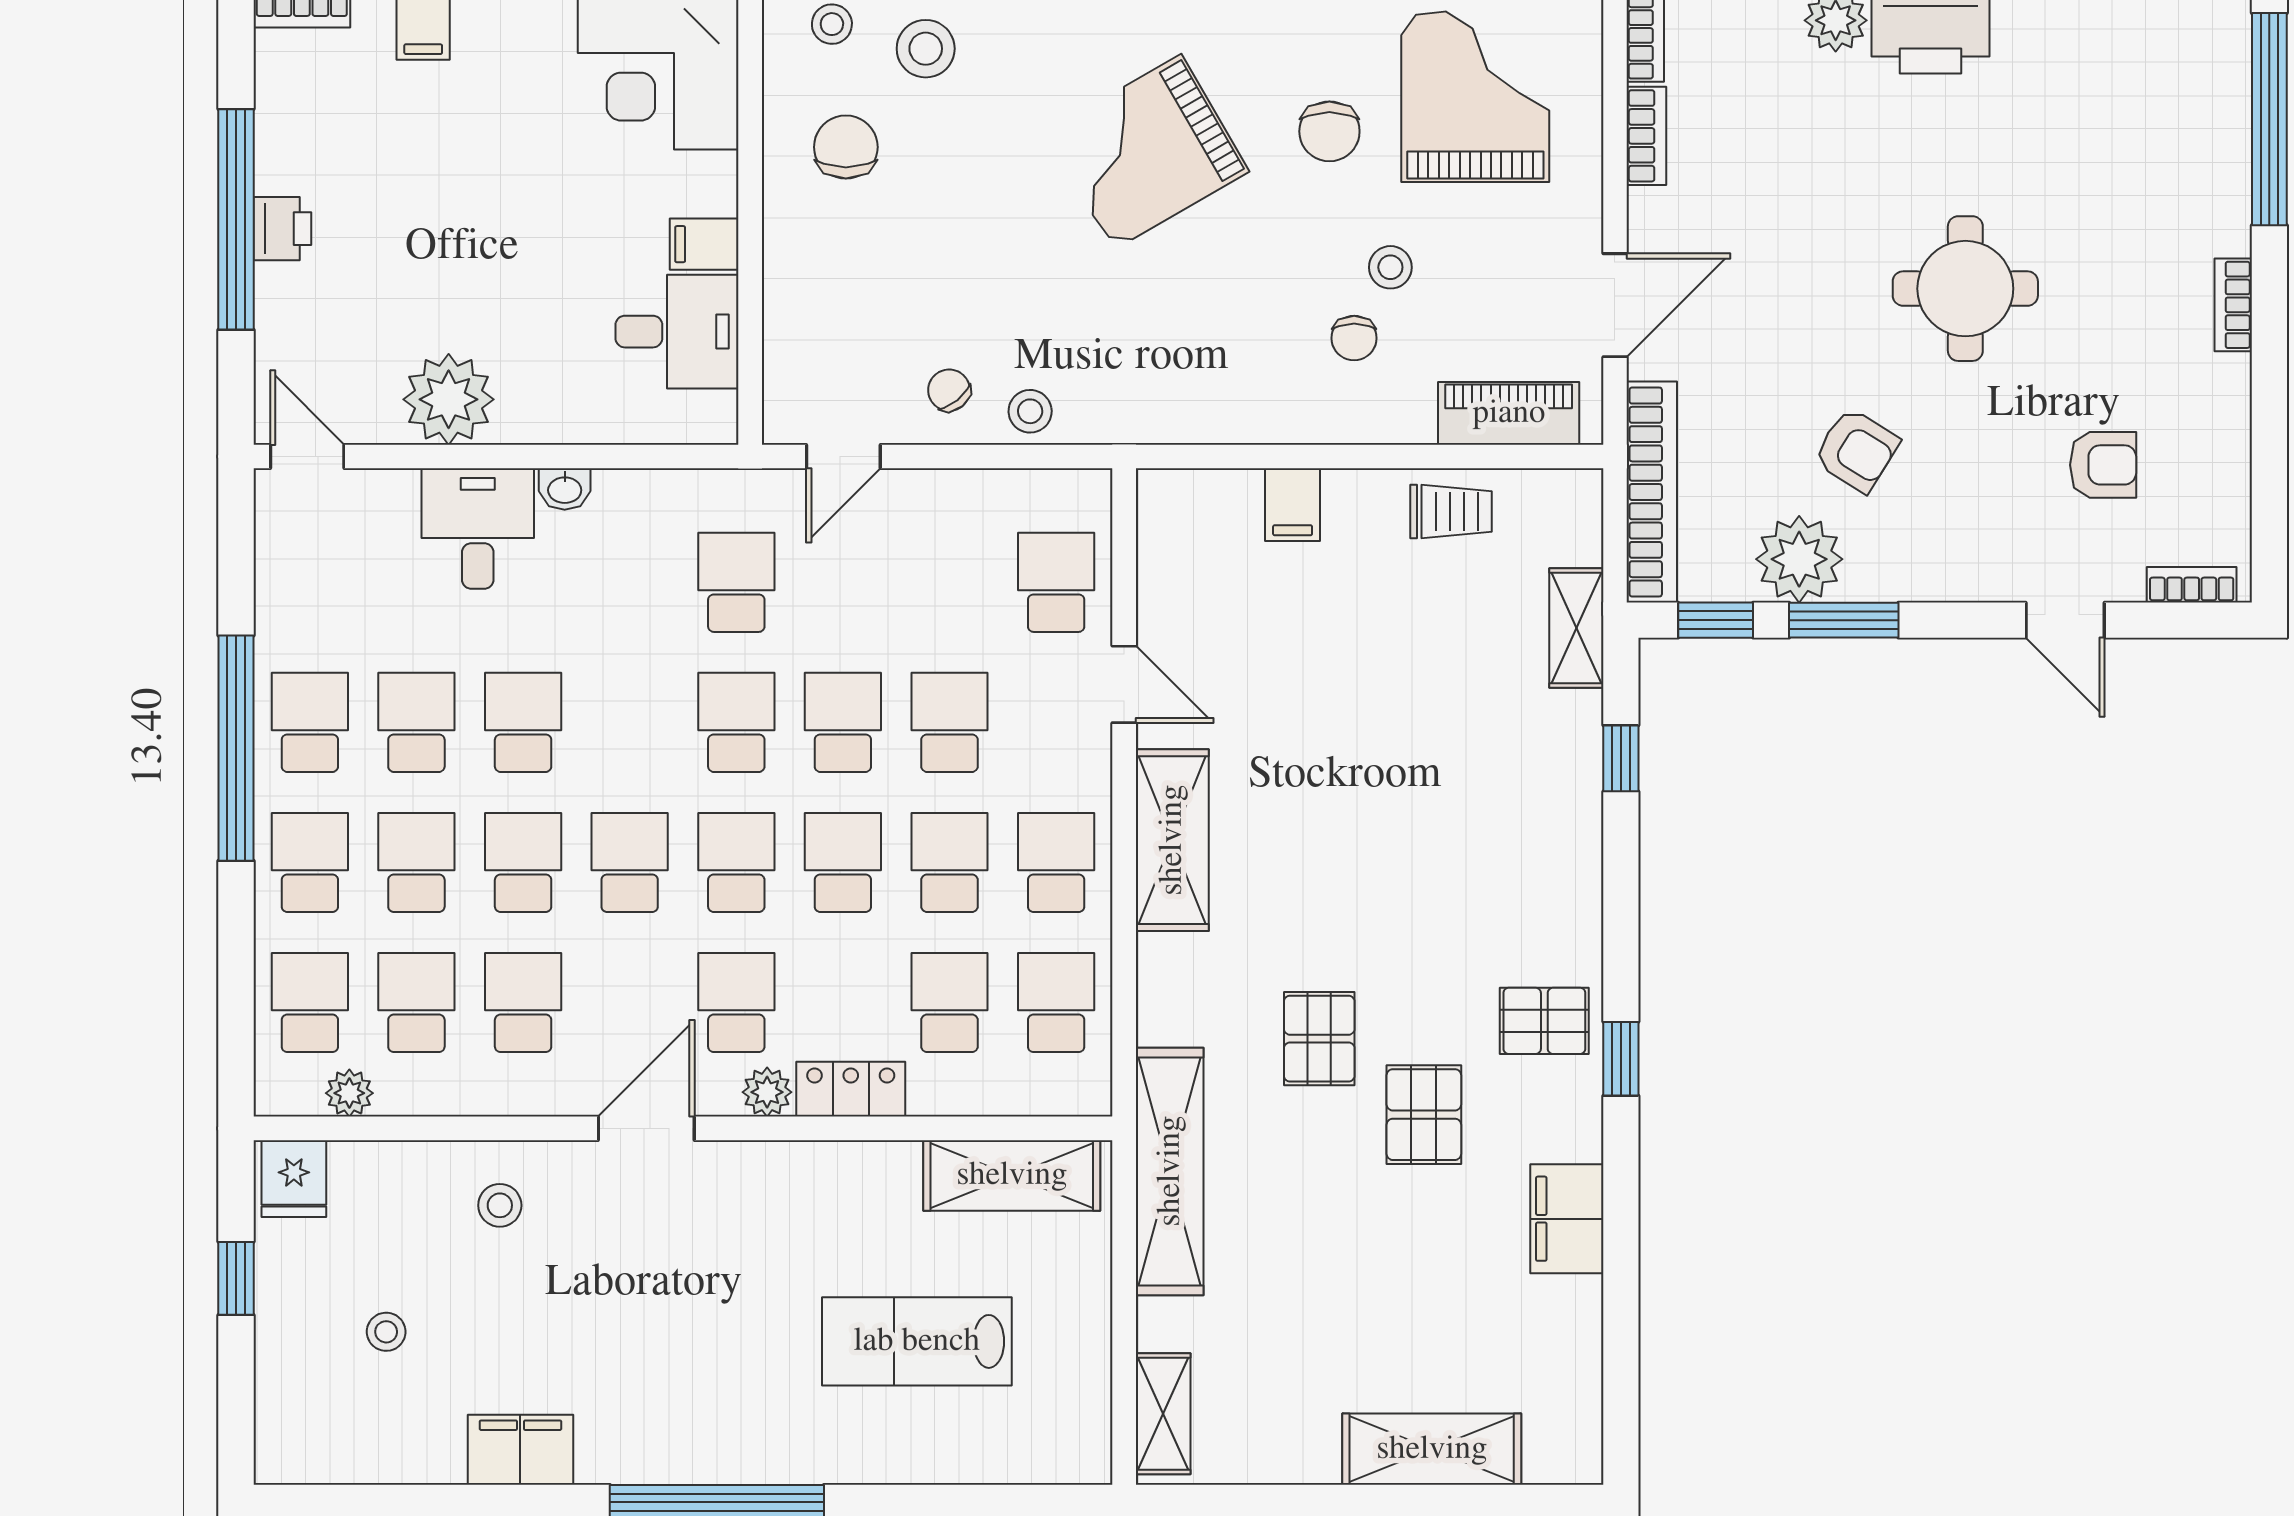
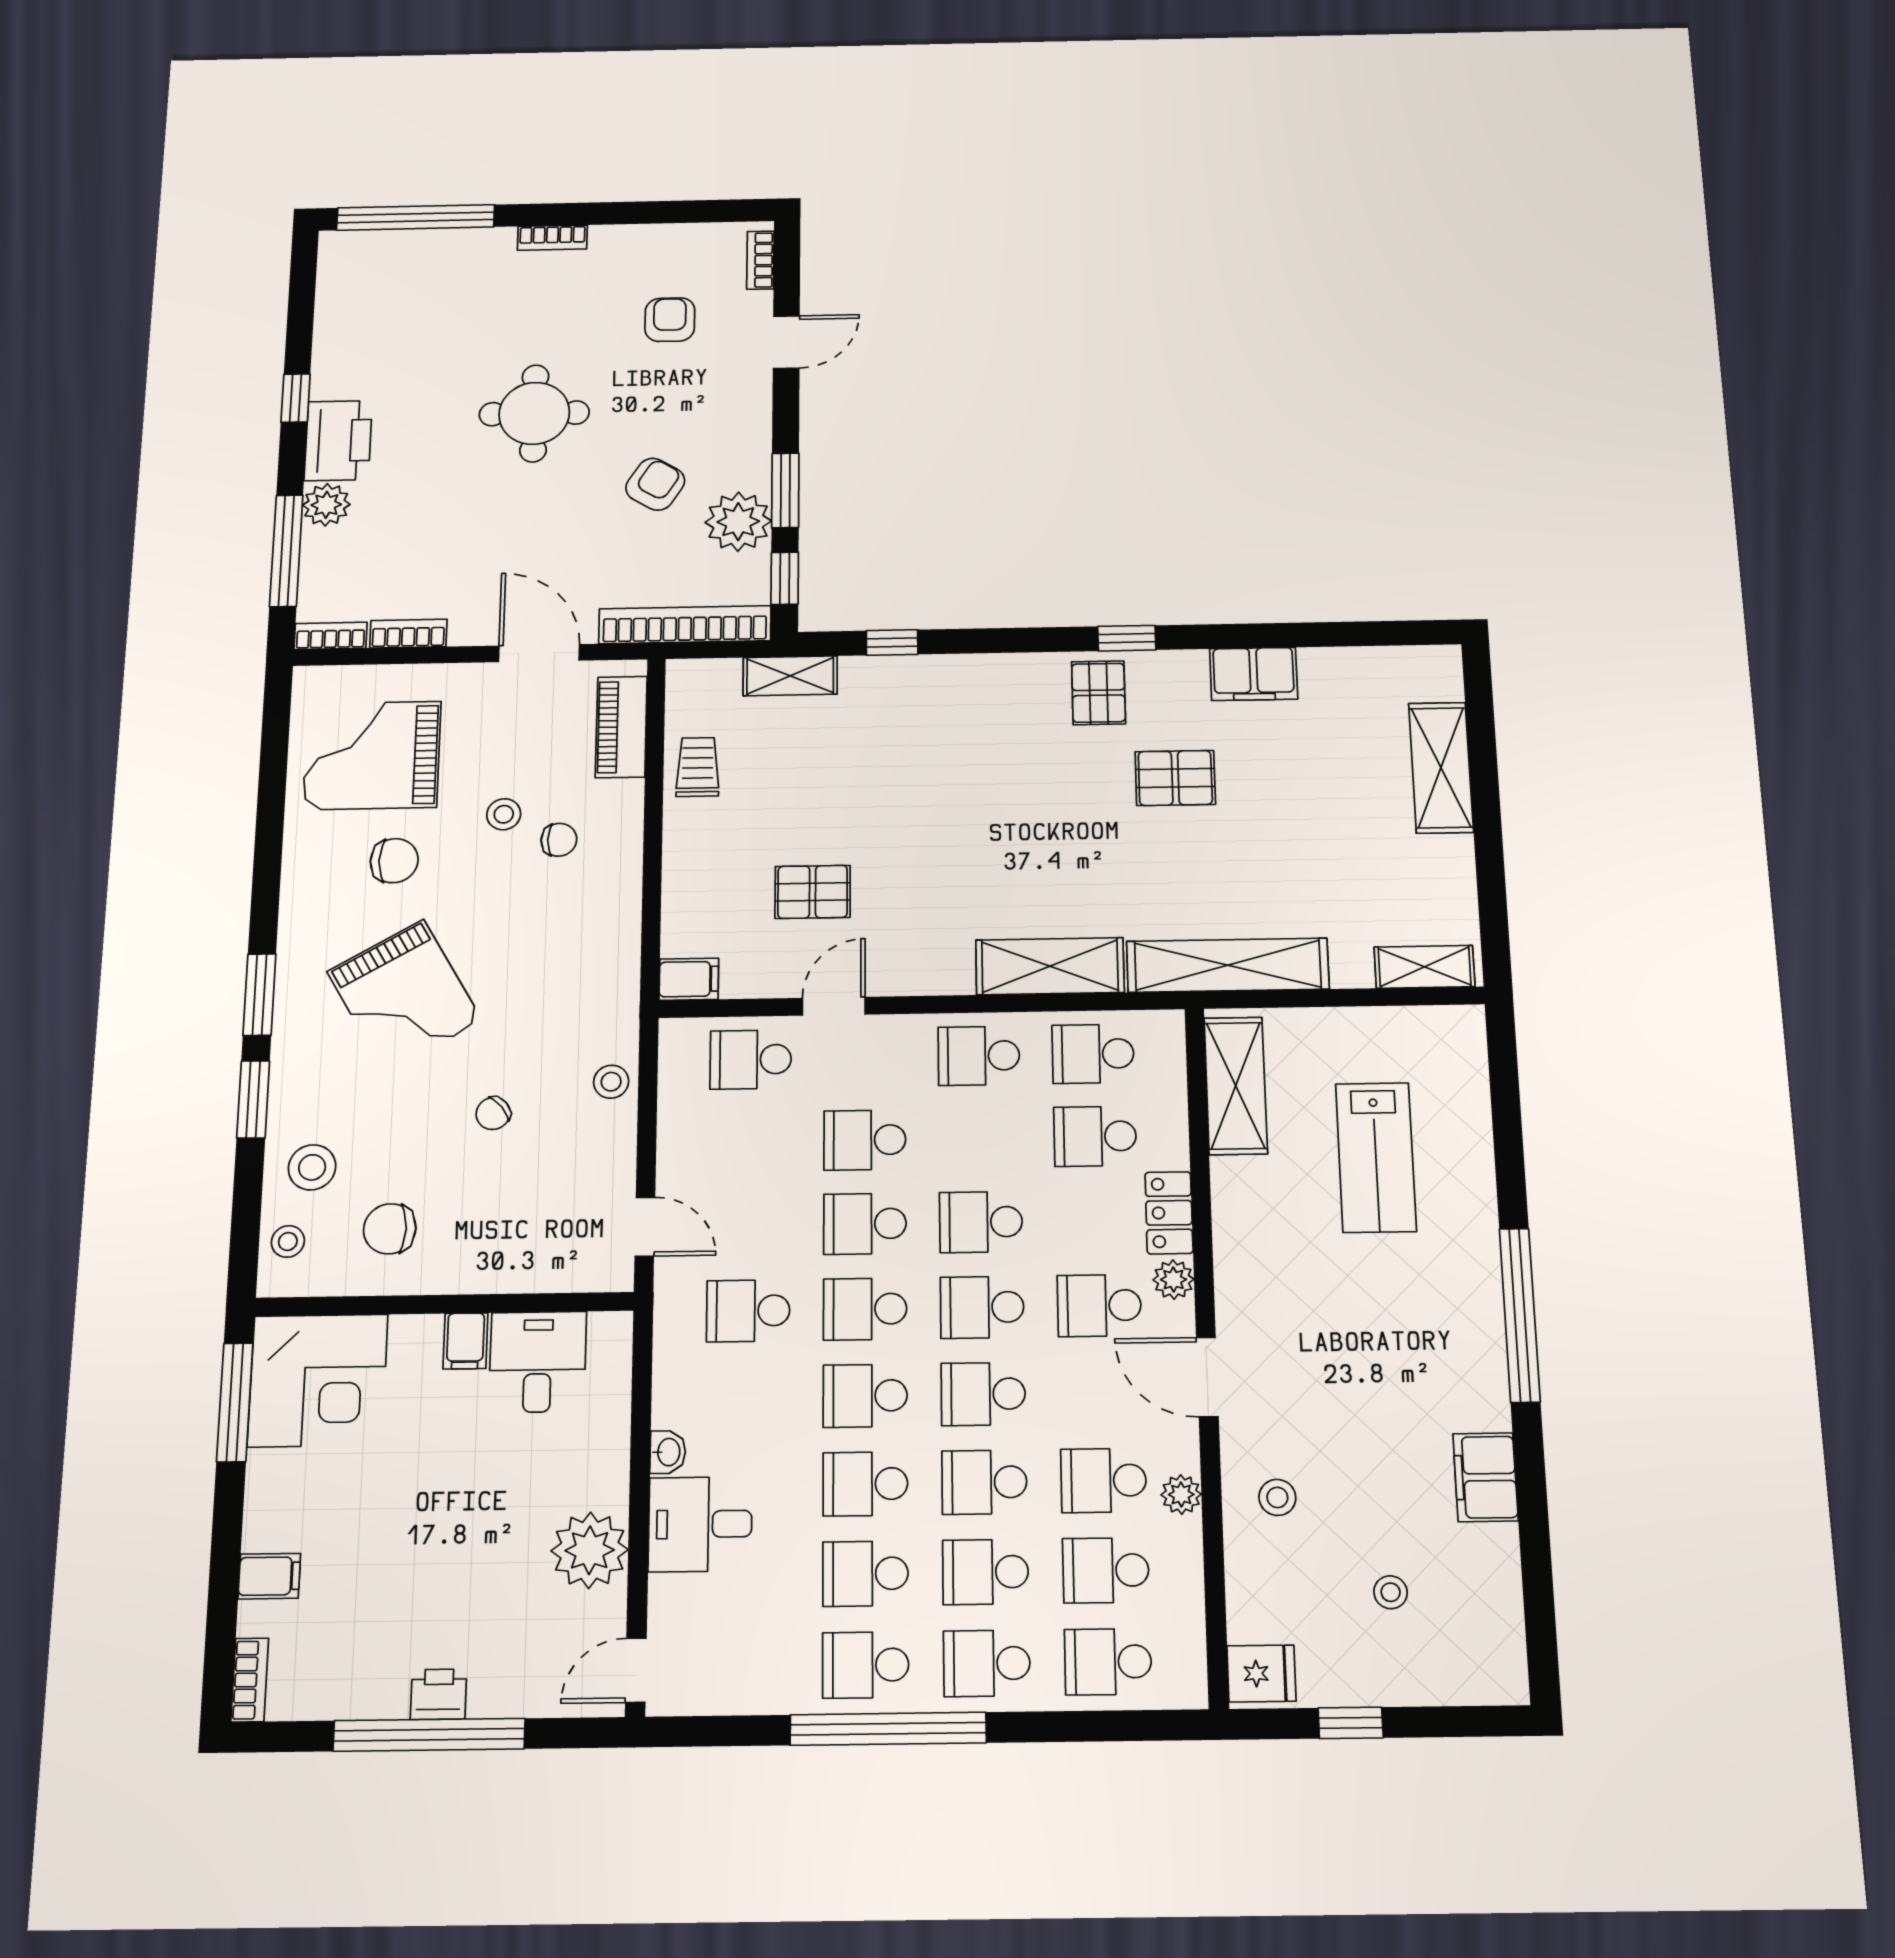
chair: (949, 390) -> (493, 1113), moved
filing cabinet: (1293, 505) -> (689, 979), moved
shelving: (1172, 840) -> (1050, 966), moved
school desk: (950, 862) -> (865, 1396), moved
pallet: (1319, 1039) -> (813, 892), moved
plant: (349, 1093) -> (1181, 1494), moved

